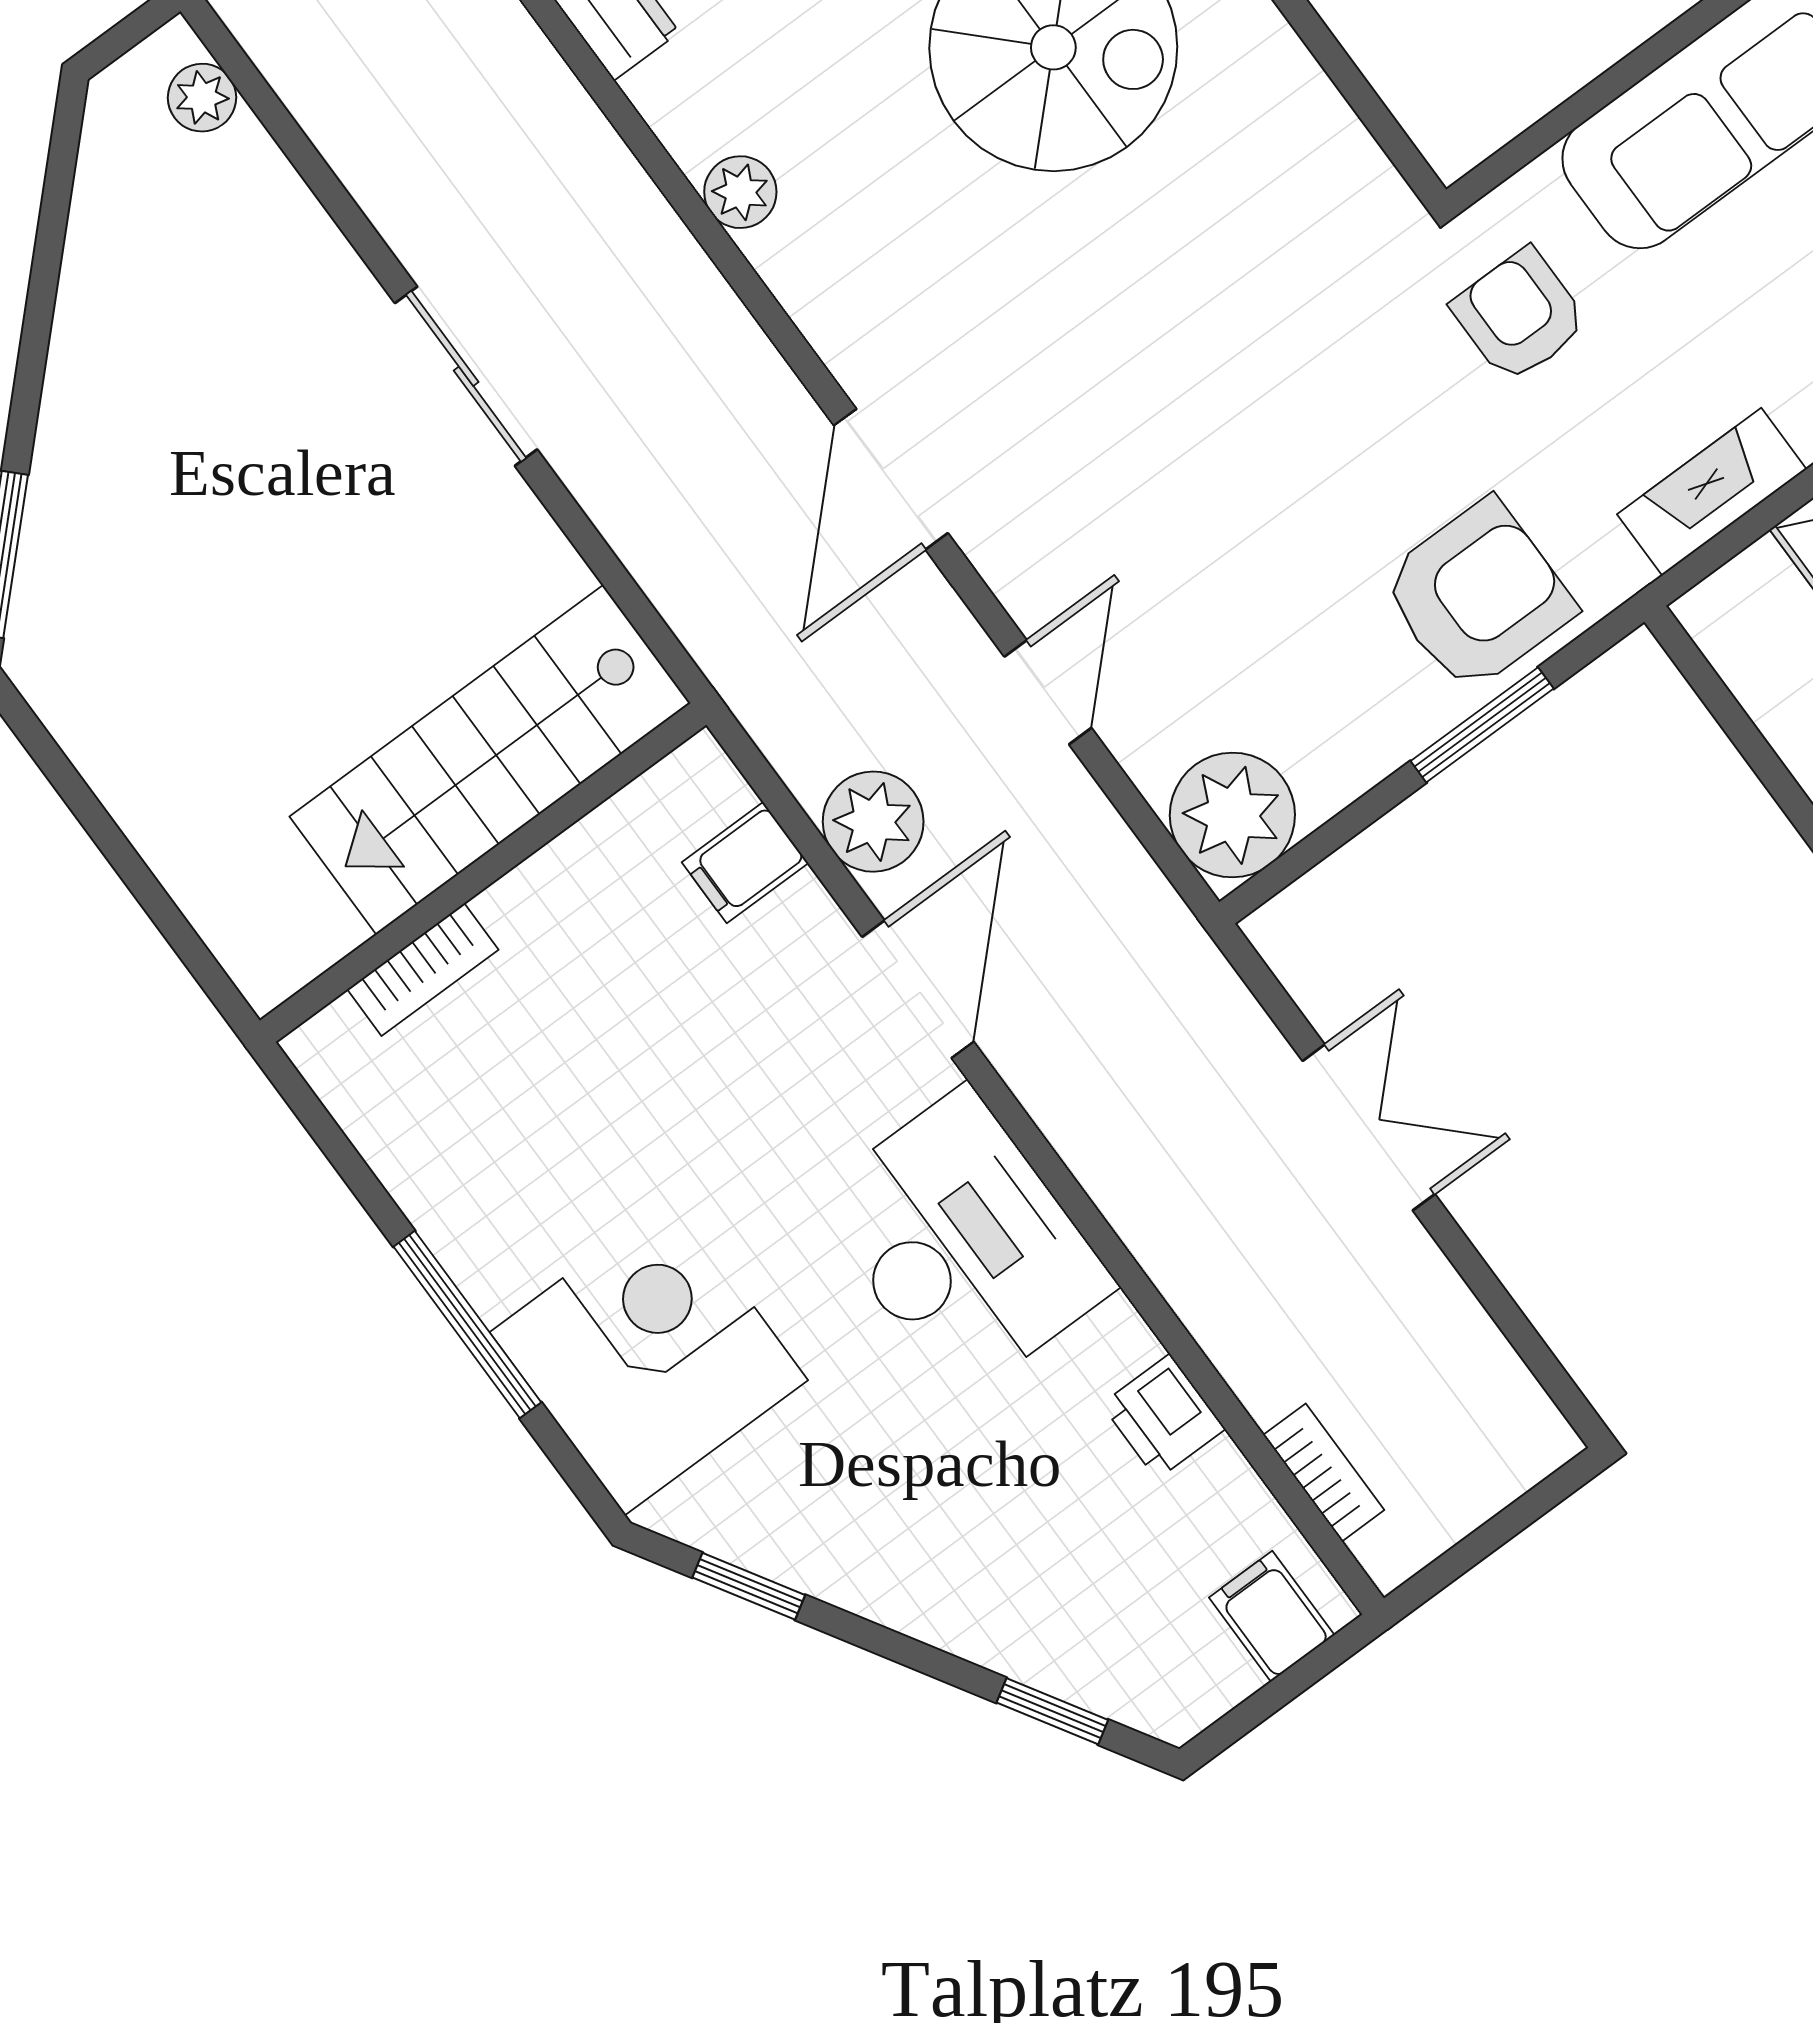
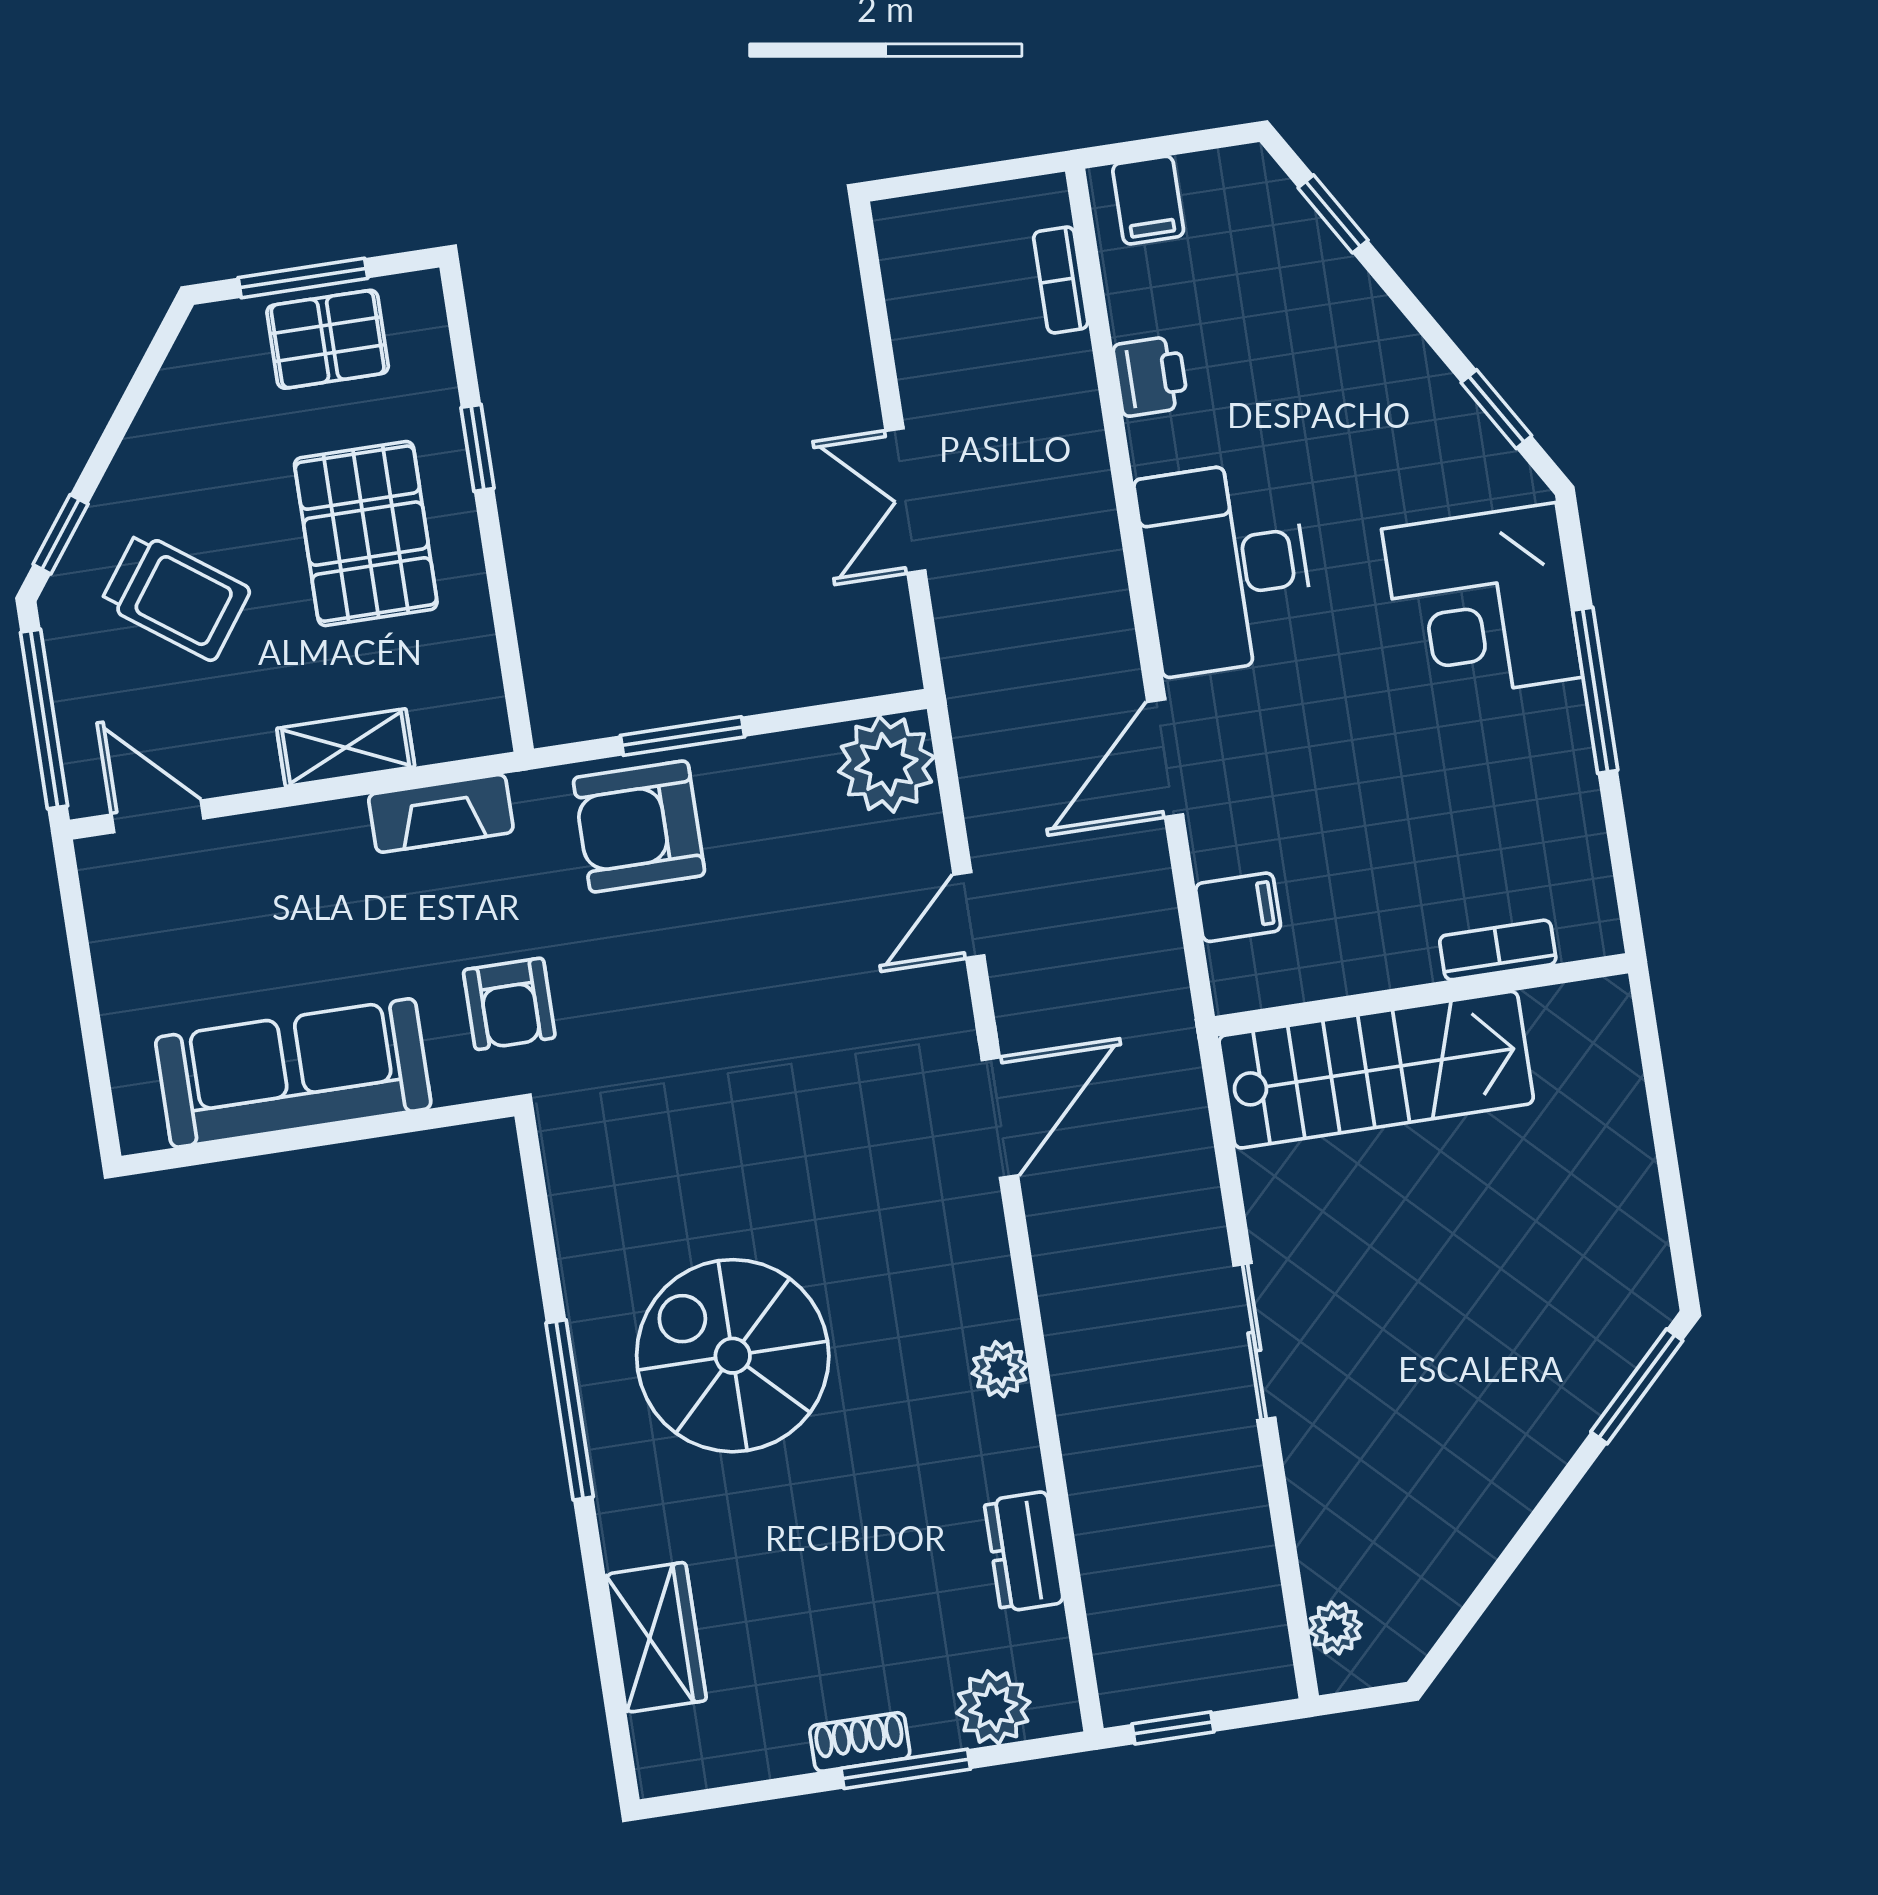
plant: (873, 822) -> (1135, 889), removed

